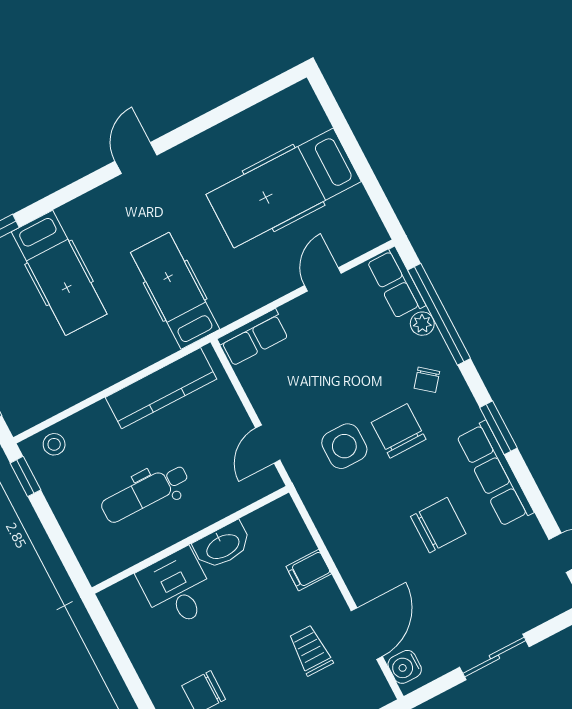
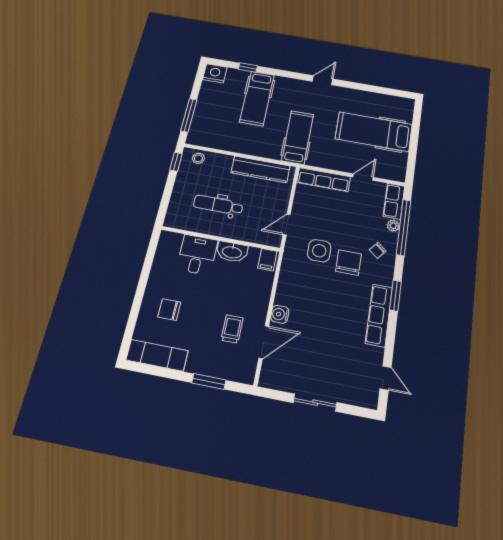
row of seats: (253, 338) -> (324, 180), width x1.48
chair: (438, 525) -> (335, 318), removed
filing cabinet: (309, 570) -> (267, 260), moved, turned -90
water cooler: (405, 667) -> (280, 314), moved

